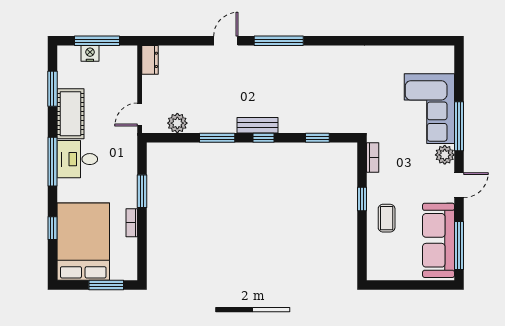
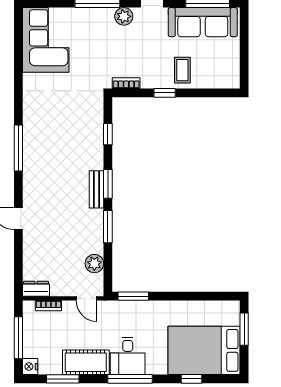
window: (279, 41) -> (18, 148), moved
nightstand: (90, 53) -> (30, 367), moved
corner sofa: (429, 109) -> (46, 40), moved, turned -90
window: (264, 138) -> (108, 184), width x1.50
window: (142, 191) -> (133, 296), moved
coffee table: (387, 218) -> (182, 70), turned 90
bookcase: (132, 223) -> (48, 306), moved

